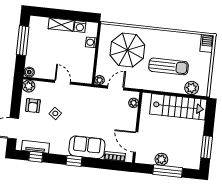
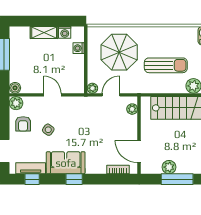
sofa: (87, 147) -> (66, 163), moved

